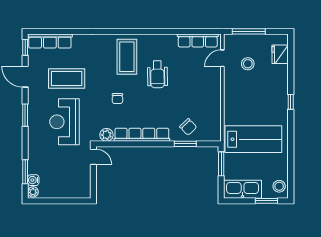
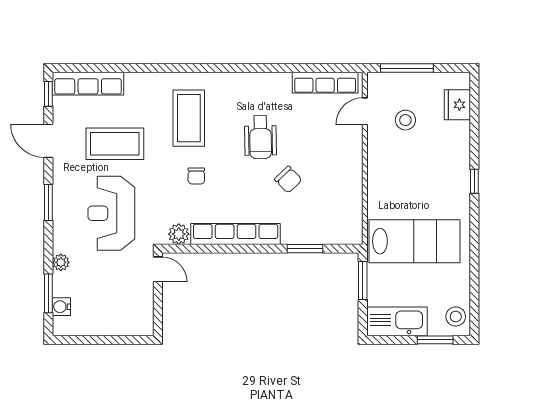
coffee table: (127, 57) -> (189, 118), moved
chair: (188, 127) -> (288, 180), moved
plant: (33, 192) -> (61, 262), moved

